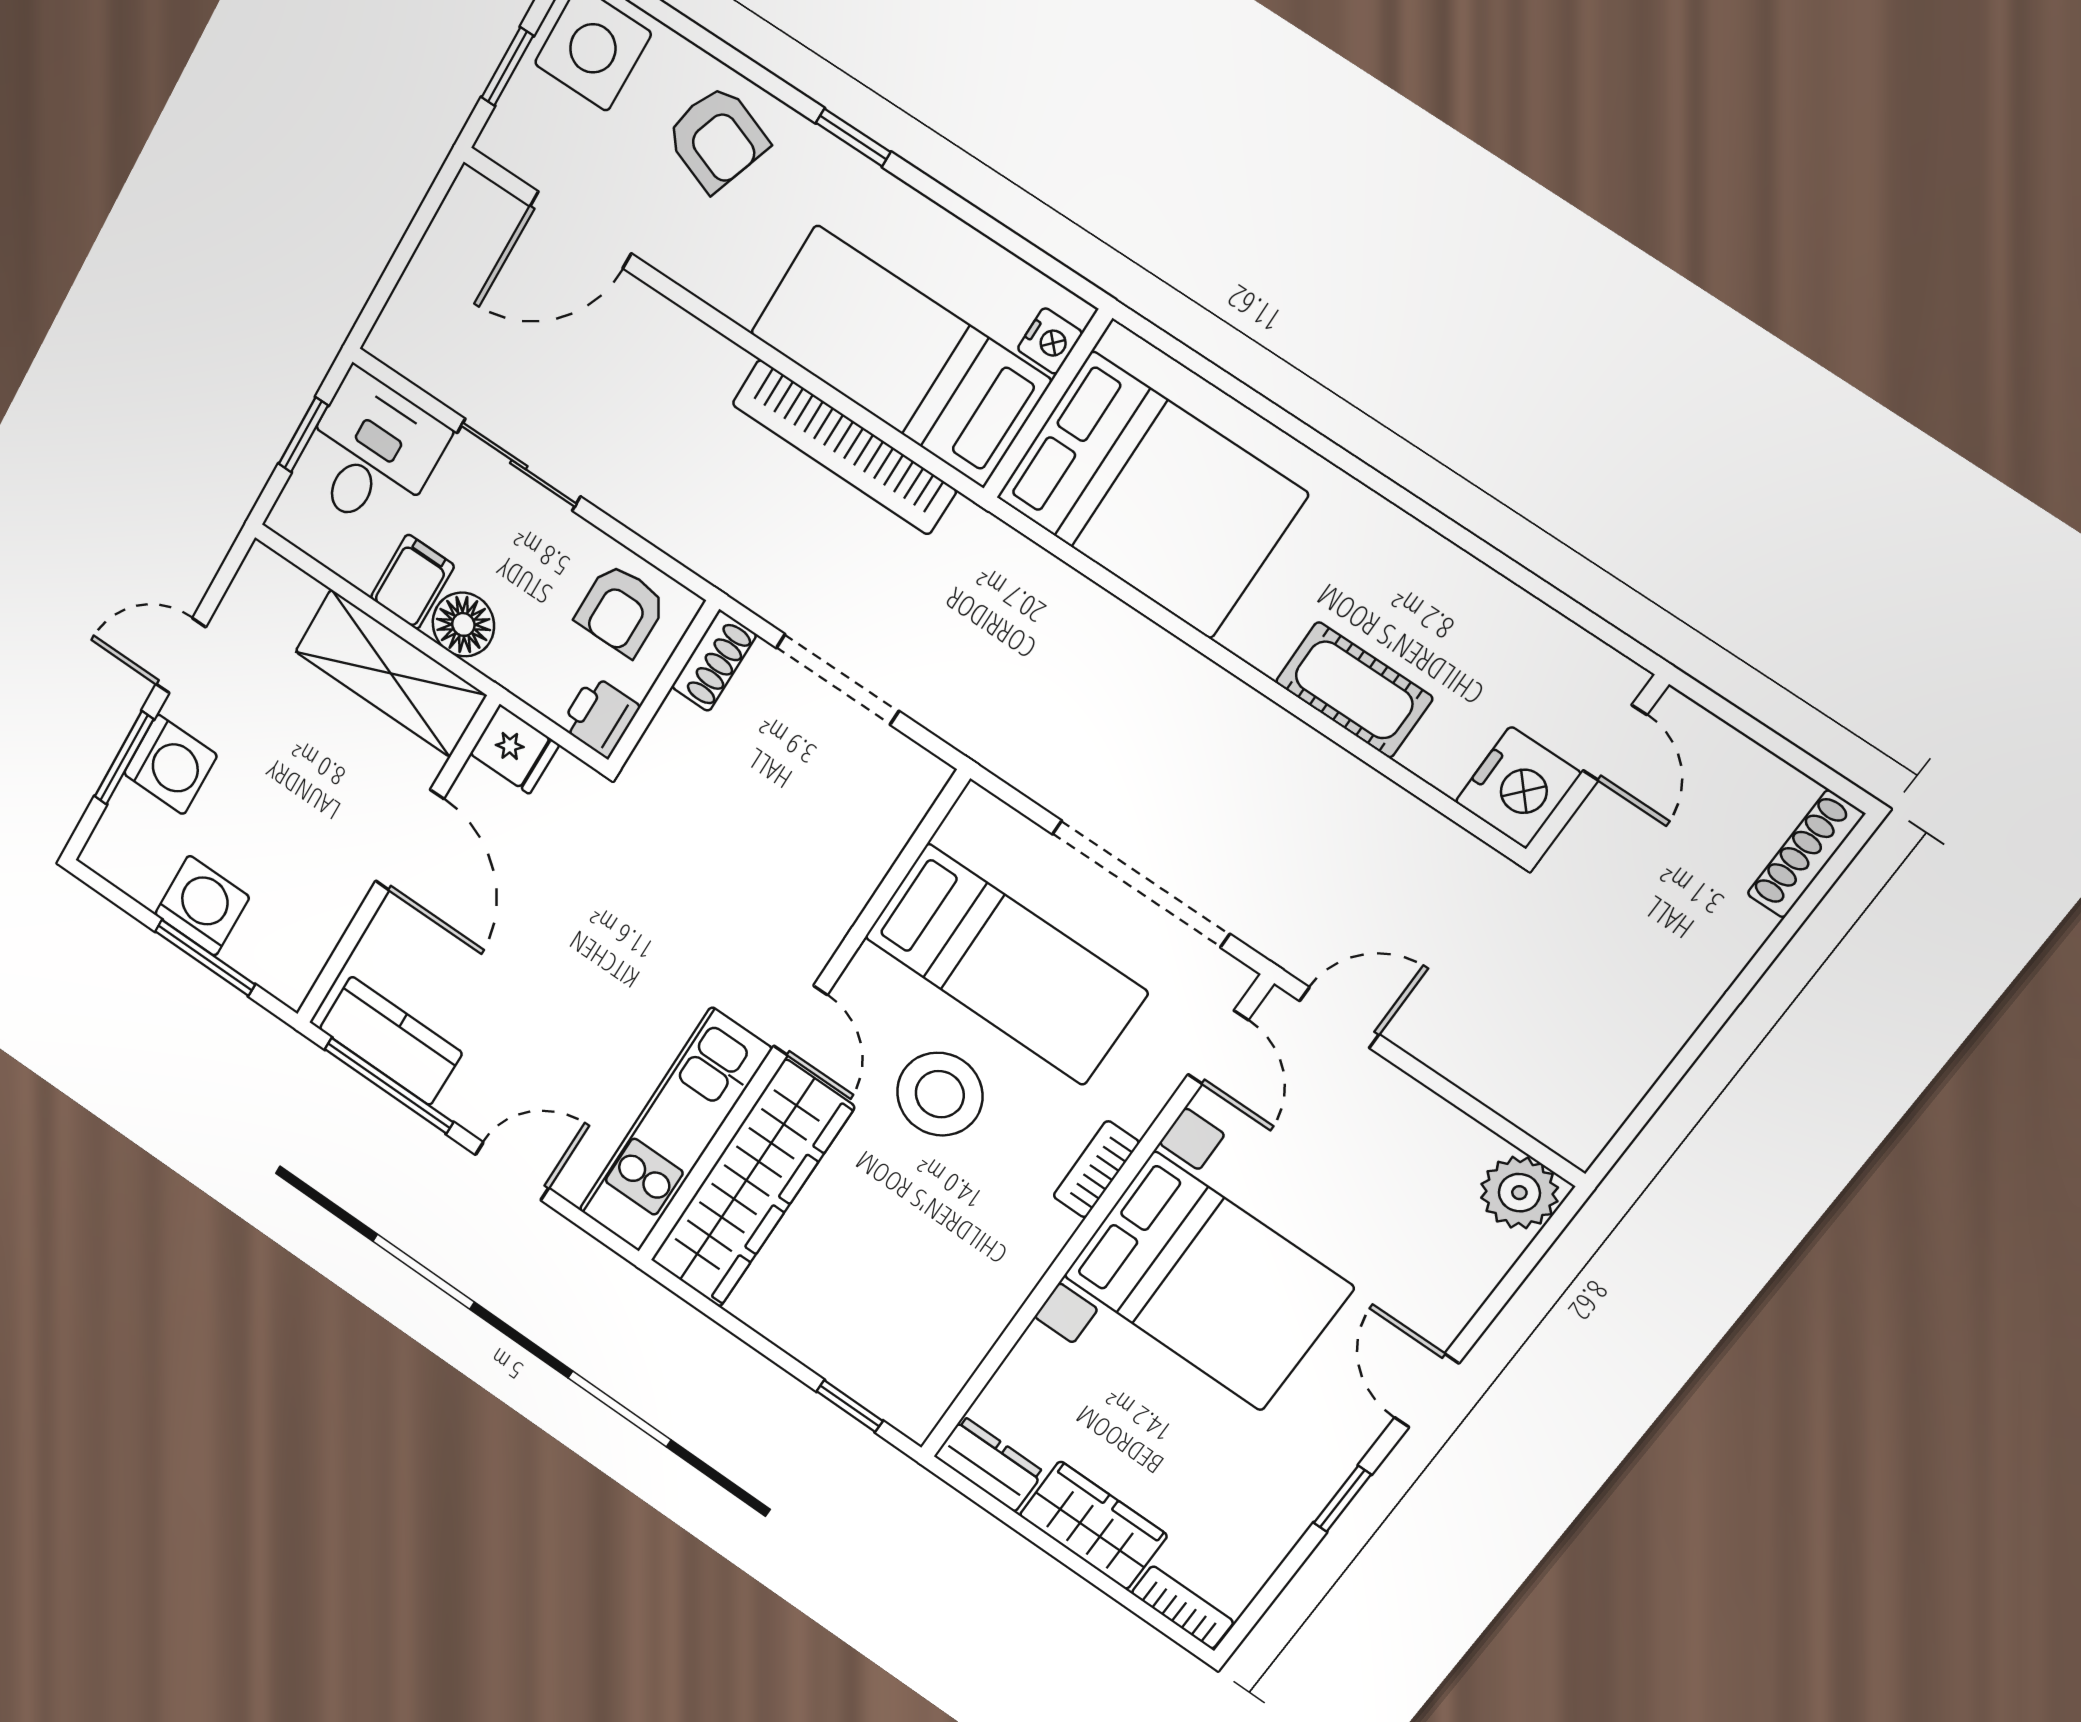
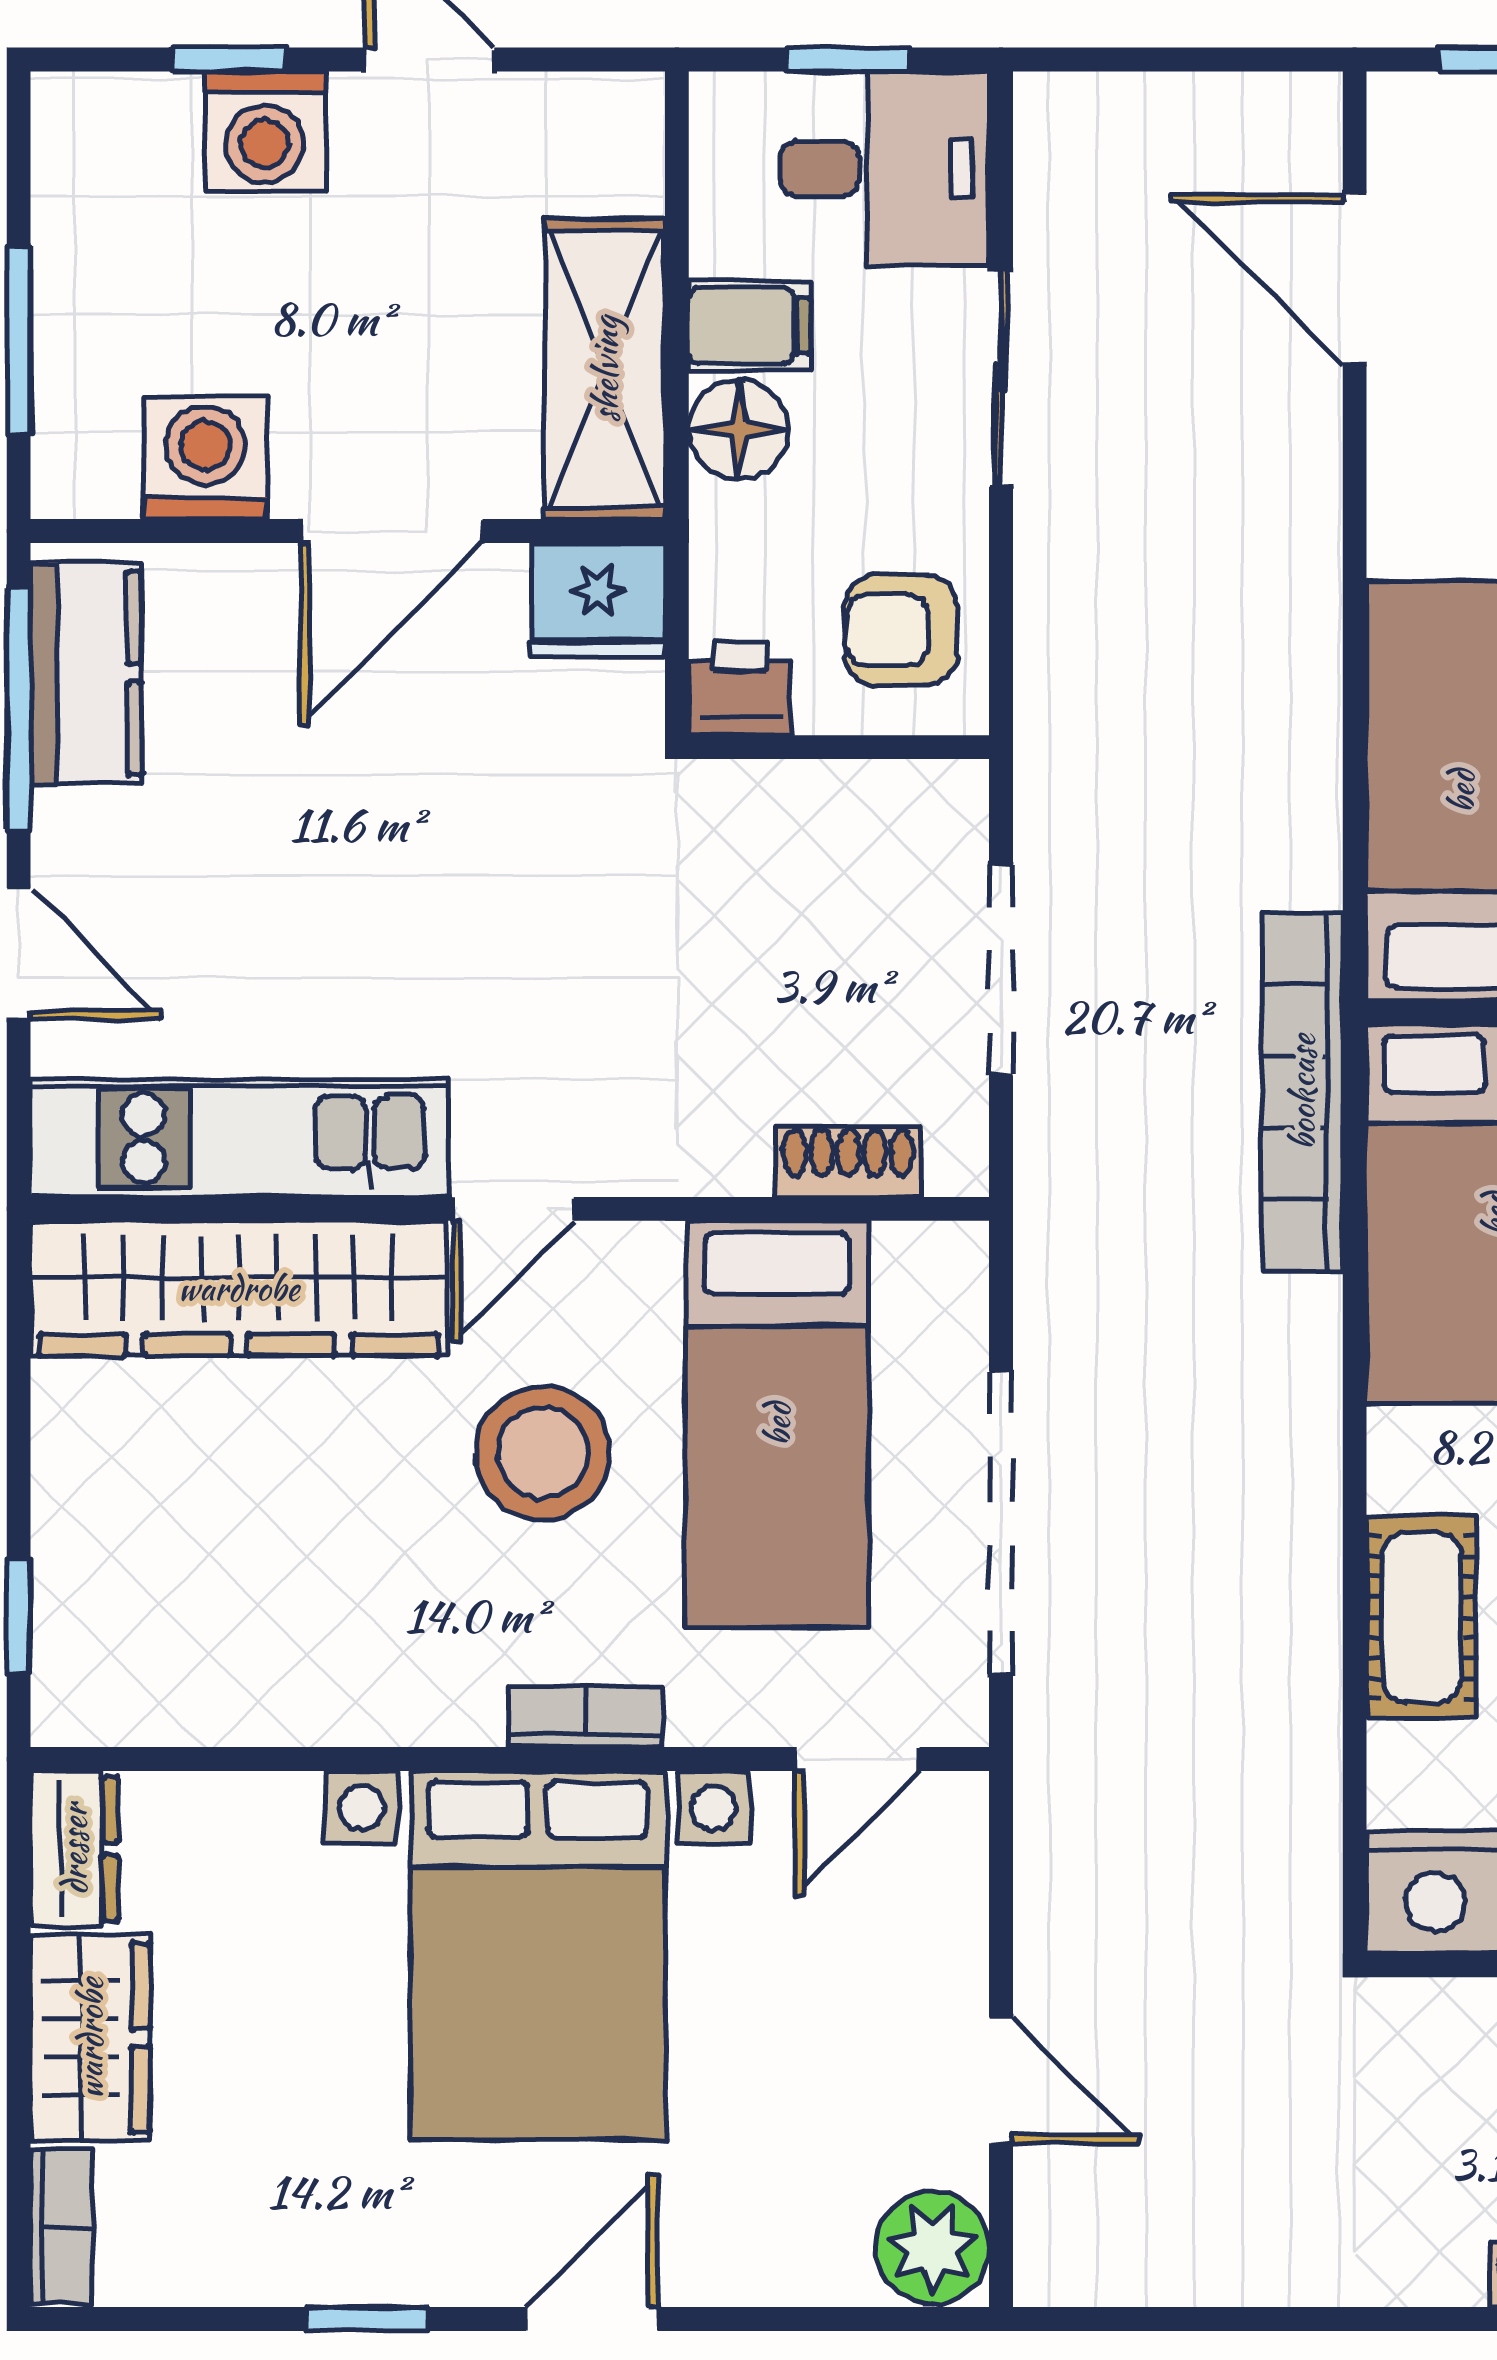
bookcase: (844, 447) -> (1302, 1092), moved
shoe rack: (714, 661) -> (848, 1162), moved, turned 180
fridge: (515, 749) -> (598, 600), width x1.38
window: (124, 758) -> (228, 59), width x0.67
washing machine: (202, 906) -> (205, 458), moved, turned -90
door: (1339, 1018) -> (1001, 2080), moved

